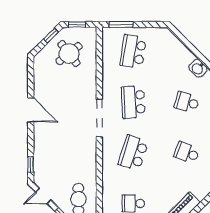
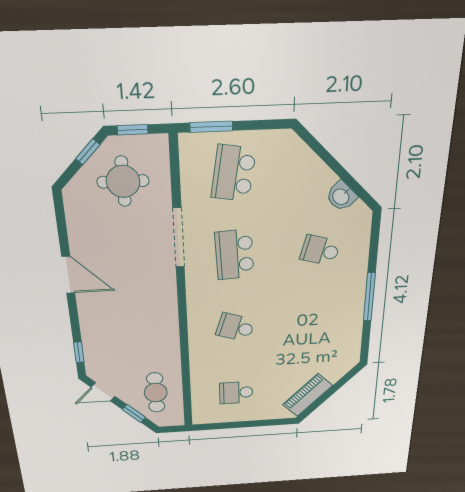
round table: (69, 54) -> (123, 181), turned 38
doorway: (99, 118) -> (179, 238), moved
school desk: (133, 153) -> (235, 327), width x0.54
school desk: (187, 153) -> (317, 323), removed

